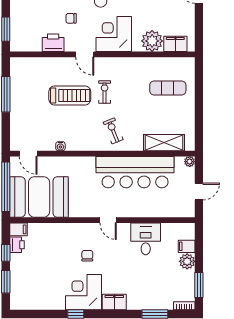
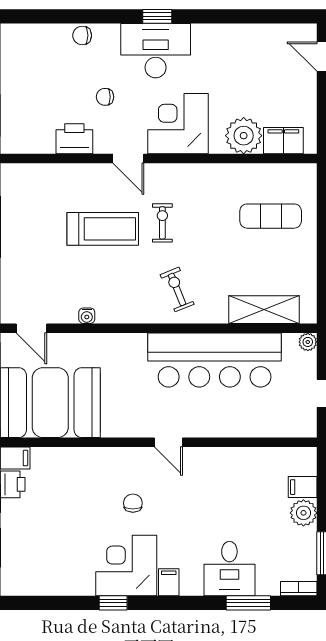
desk: (146, 239) -> (229, 569), moved, turned 180
filing cabinet: (114, 302) -> (169, 582), width x0.50

